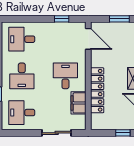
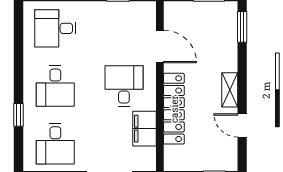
door: (88, 39) -> (160, 46), moved
desk: (22, 113) -> (55, 144), turned -90

